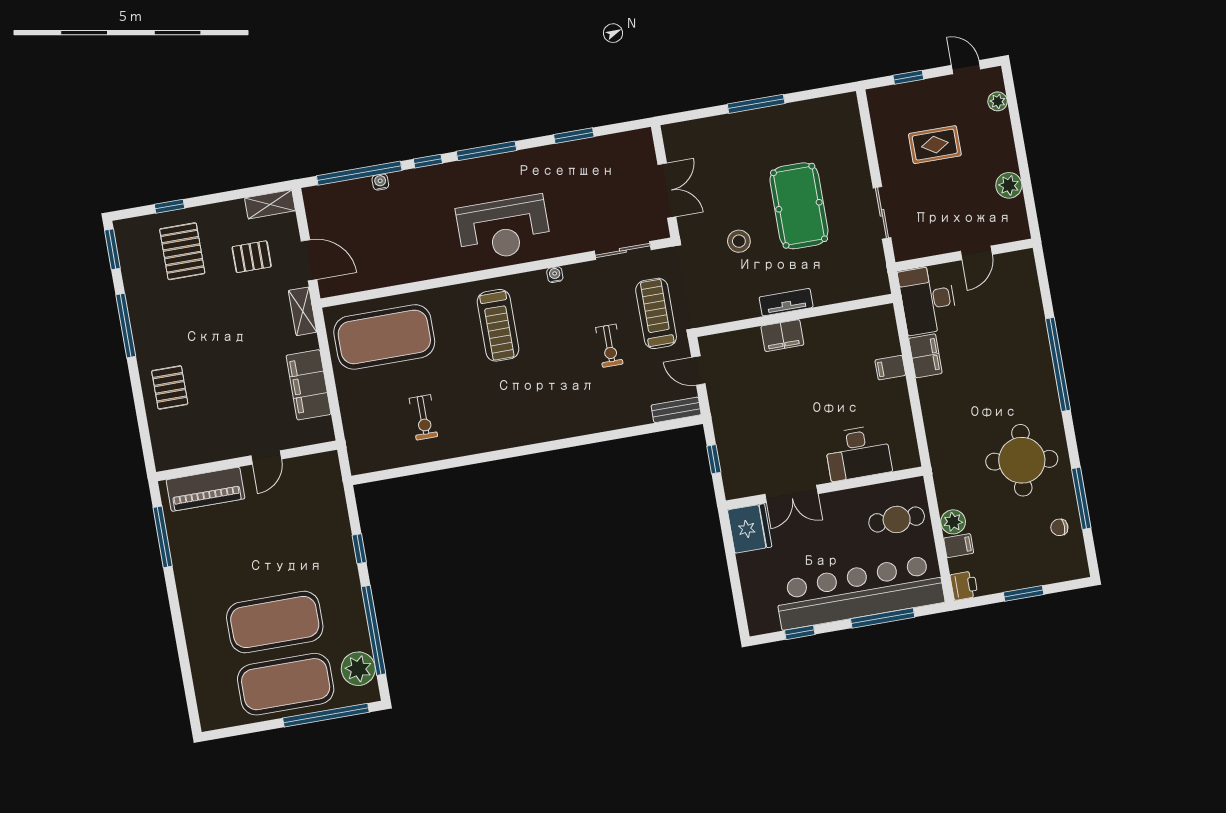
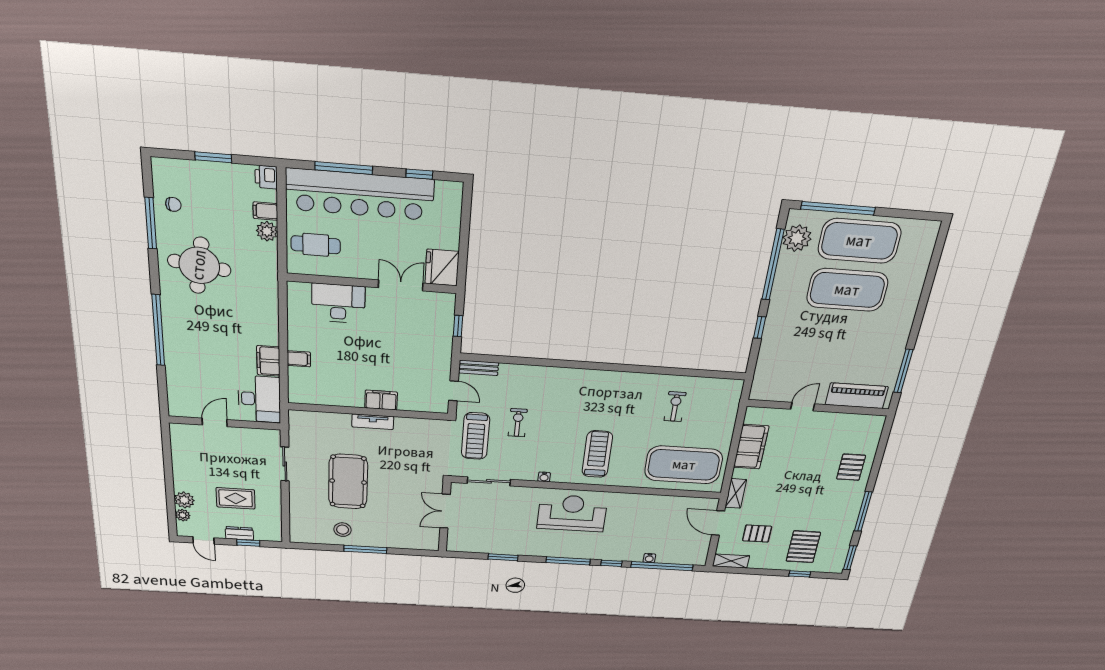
dresser: (922, 90) -> (239, 533), added
plant: (1009, 185) -> (184, 500), moved
stool: (739, 241) -> (343, 530), moved

